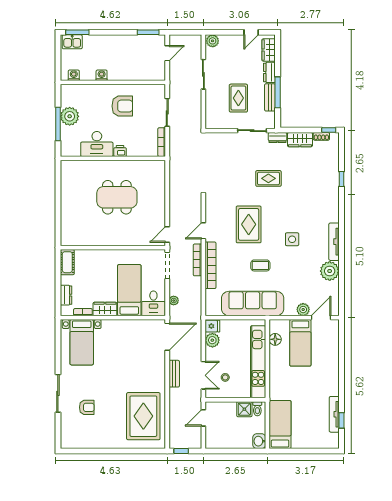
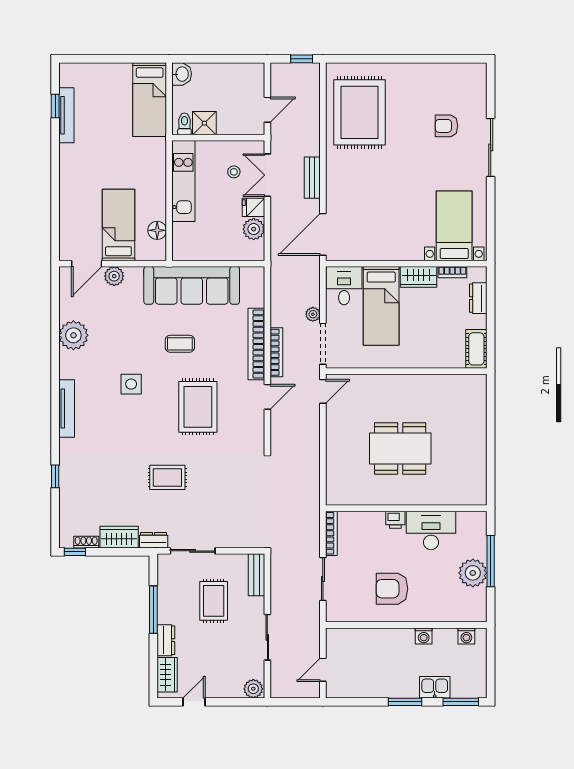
window: (148, 32) -> (405, 702), moved
kitchen sink: (72, 42) -> (435, 687), moved
bench: (270, 97) -> (256, 575), moved
tv unit: (334, 242) -> (67, 409), moved
plant: (174, 301) -> (313, 314), moved
fridge: (212, 326) -> (253, 207), moved
kitchen unit: (258, 362) -> (183, 181), width x0.73

